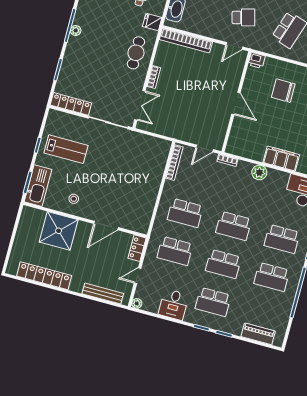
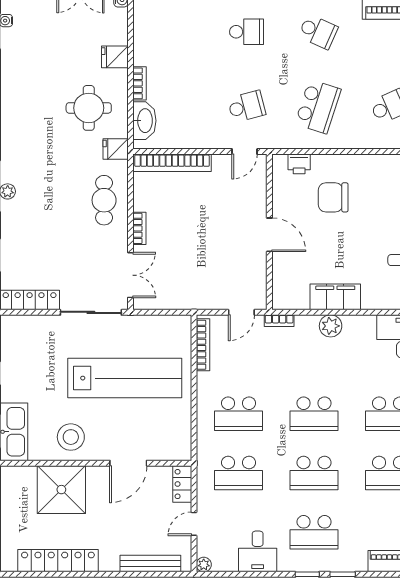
printer: (257, 60) -> (299, 164), moved
lab bench: (66, 149) -> (125, 378), moved, width x1.86, depth x1.39
filing cabinet: (281, 159) -> (335, 297), moved
stool: (74, 199) -> (71, 437), width x1.89, depth x1.89

